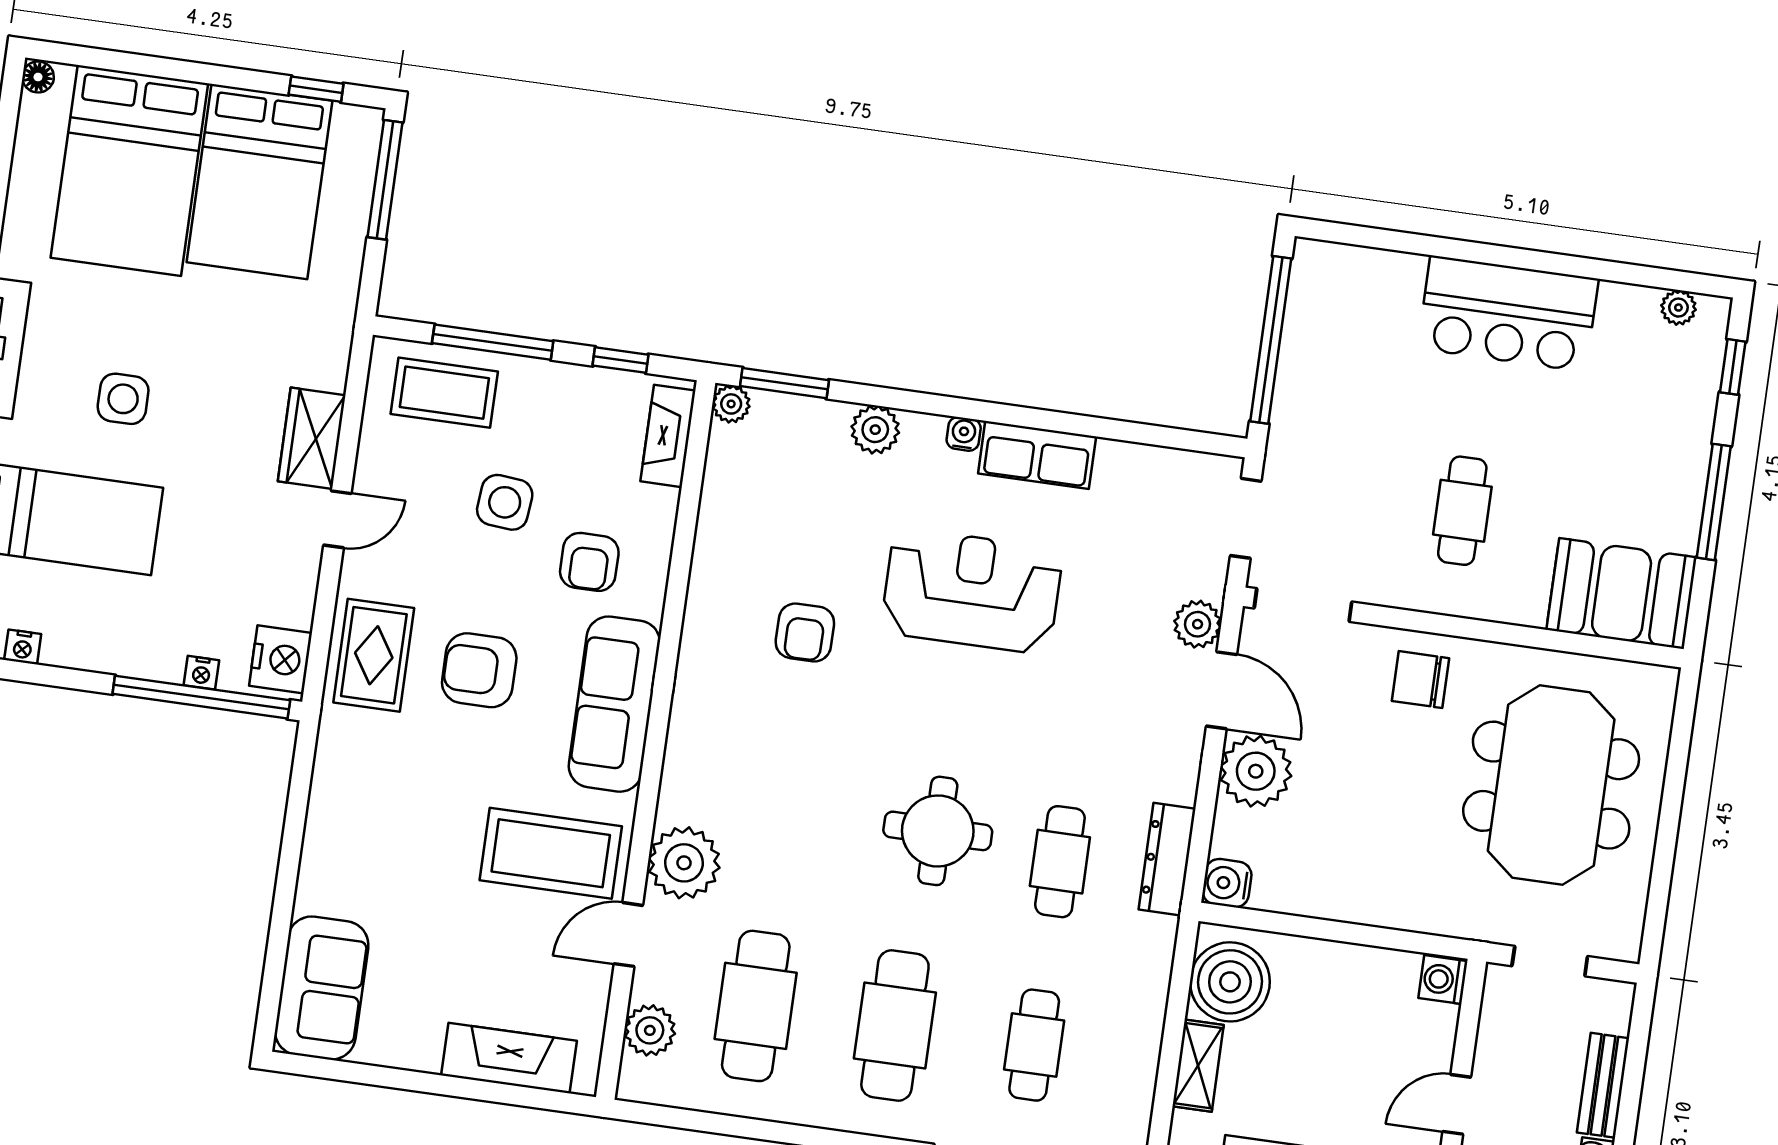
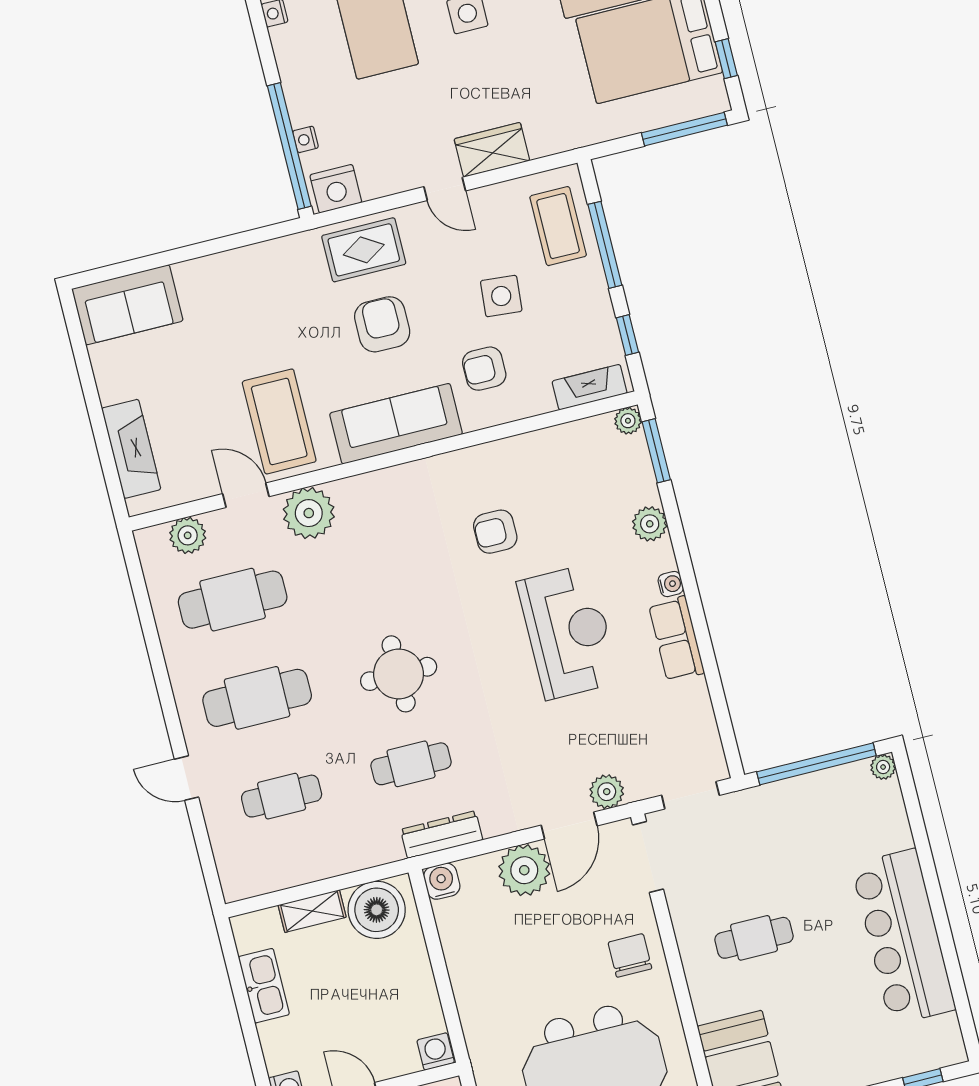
plant: (1678, 308) -> (883, 767), moved
bar counter: (1508, 314) -> (903, 937), width x1.36

